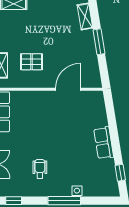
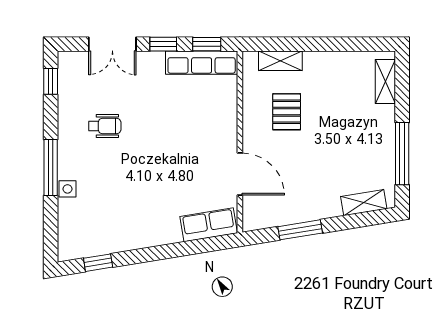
window: (99, 42) -> (300, 230), moved
row of seats: (104, 143) -> (209, 225), moved

